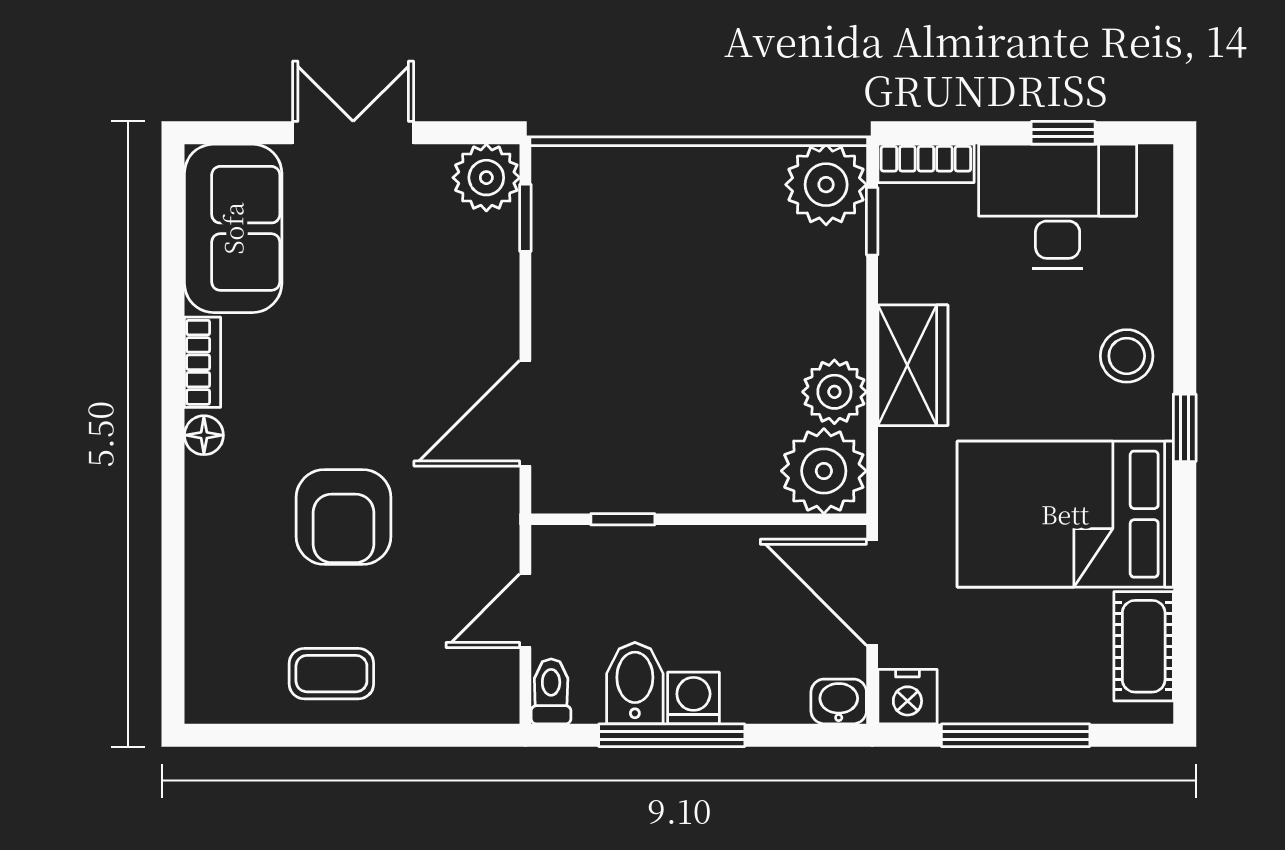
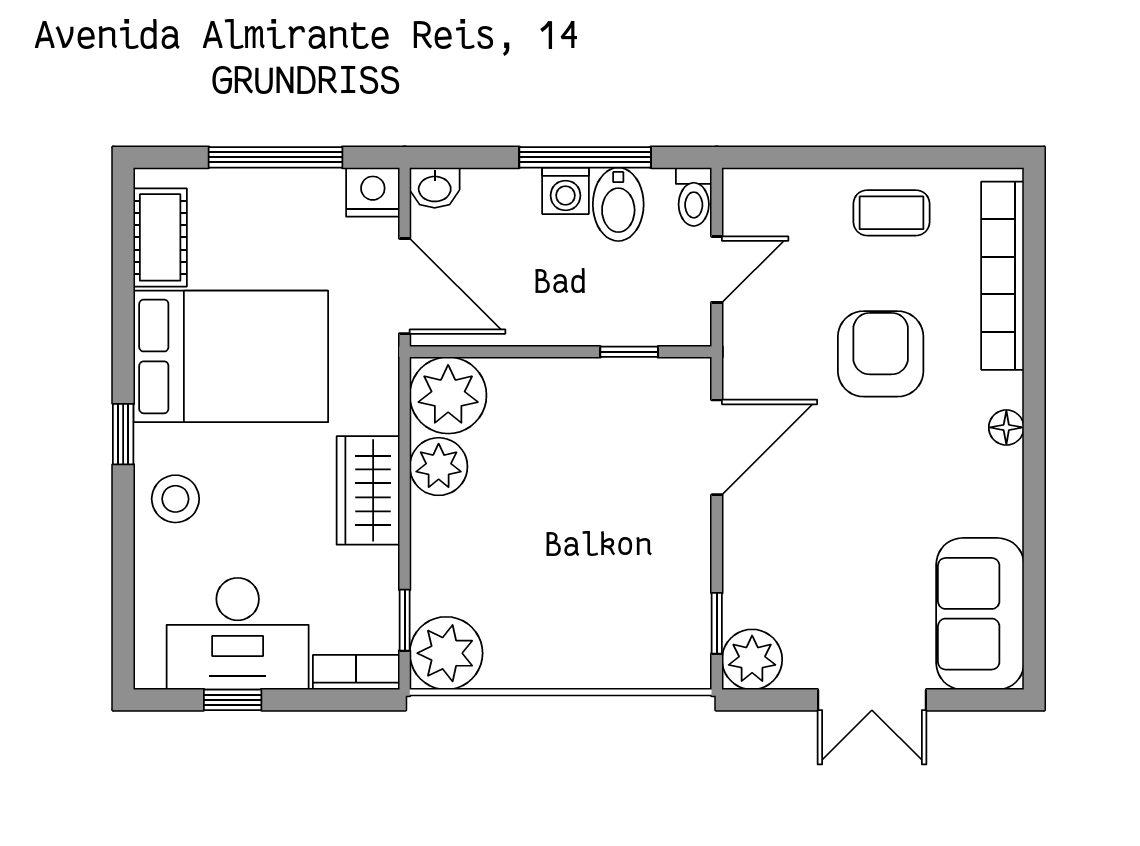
bookcase: (202, 362) -> (1003, 276), moved, width x2.31, depth x1.31

